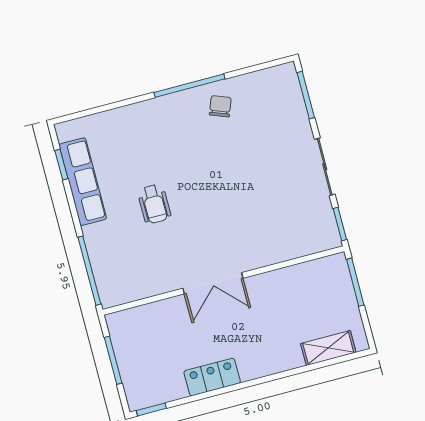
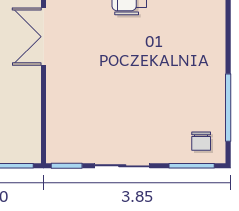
window: (189, 86) -> (228, 108), moved
chair: (220, 106) -> (201, 141), moved, turned 69

